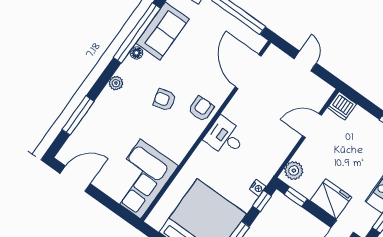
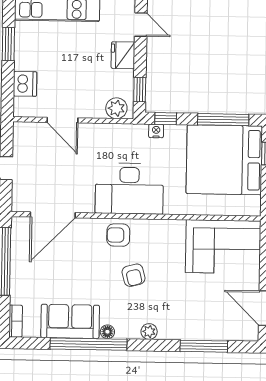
dishwasher: (342, 106) -> (25, 84), moved
desk: (225, 137) -> (129, 189), width x1.87, depth x1.30
fridge: (331, 199) -> (123, 55), width x0.73, depth x0.75

